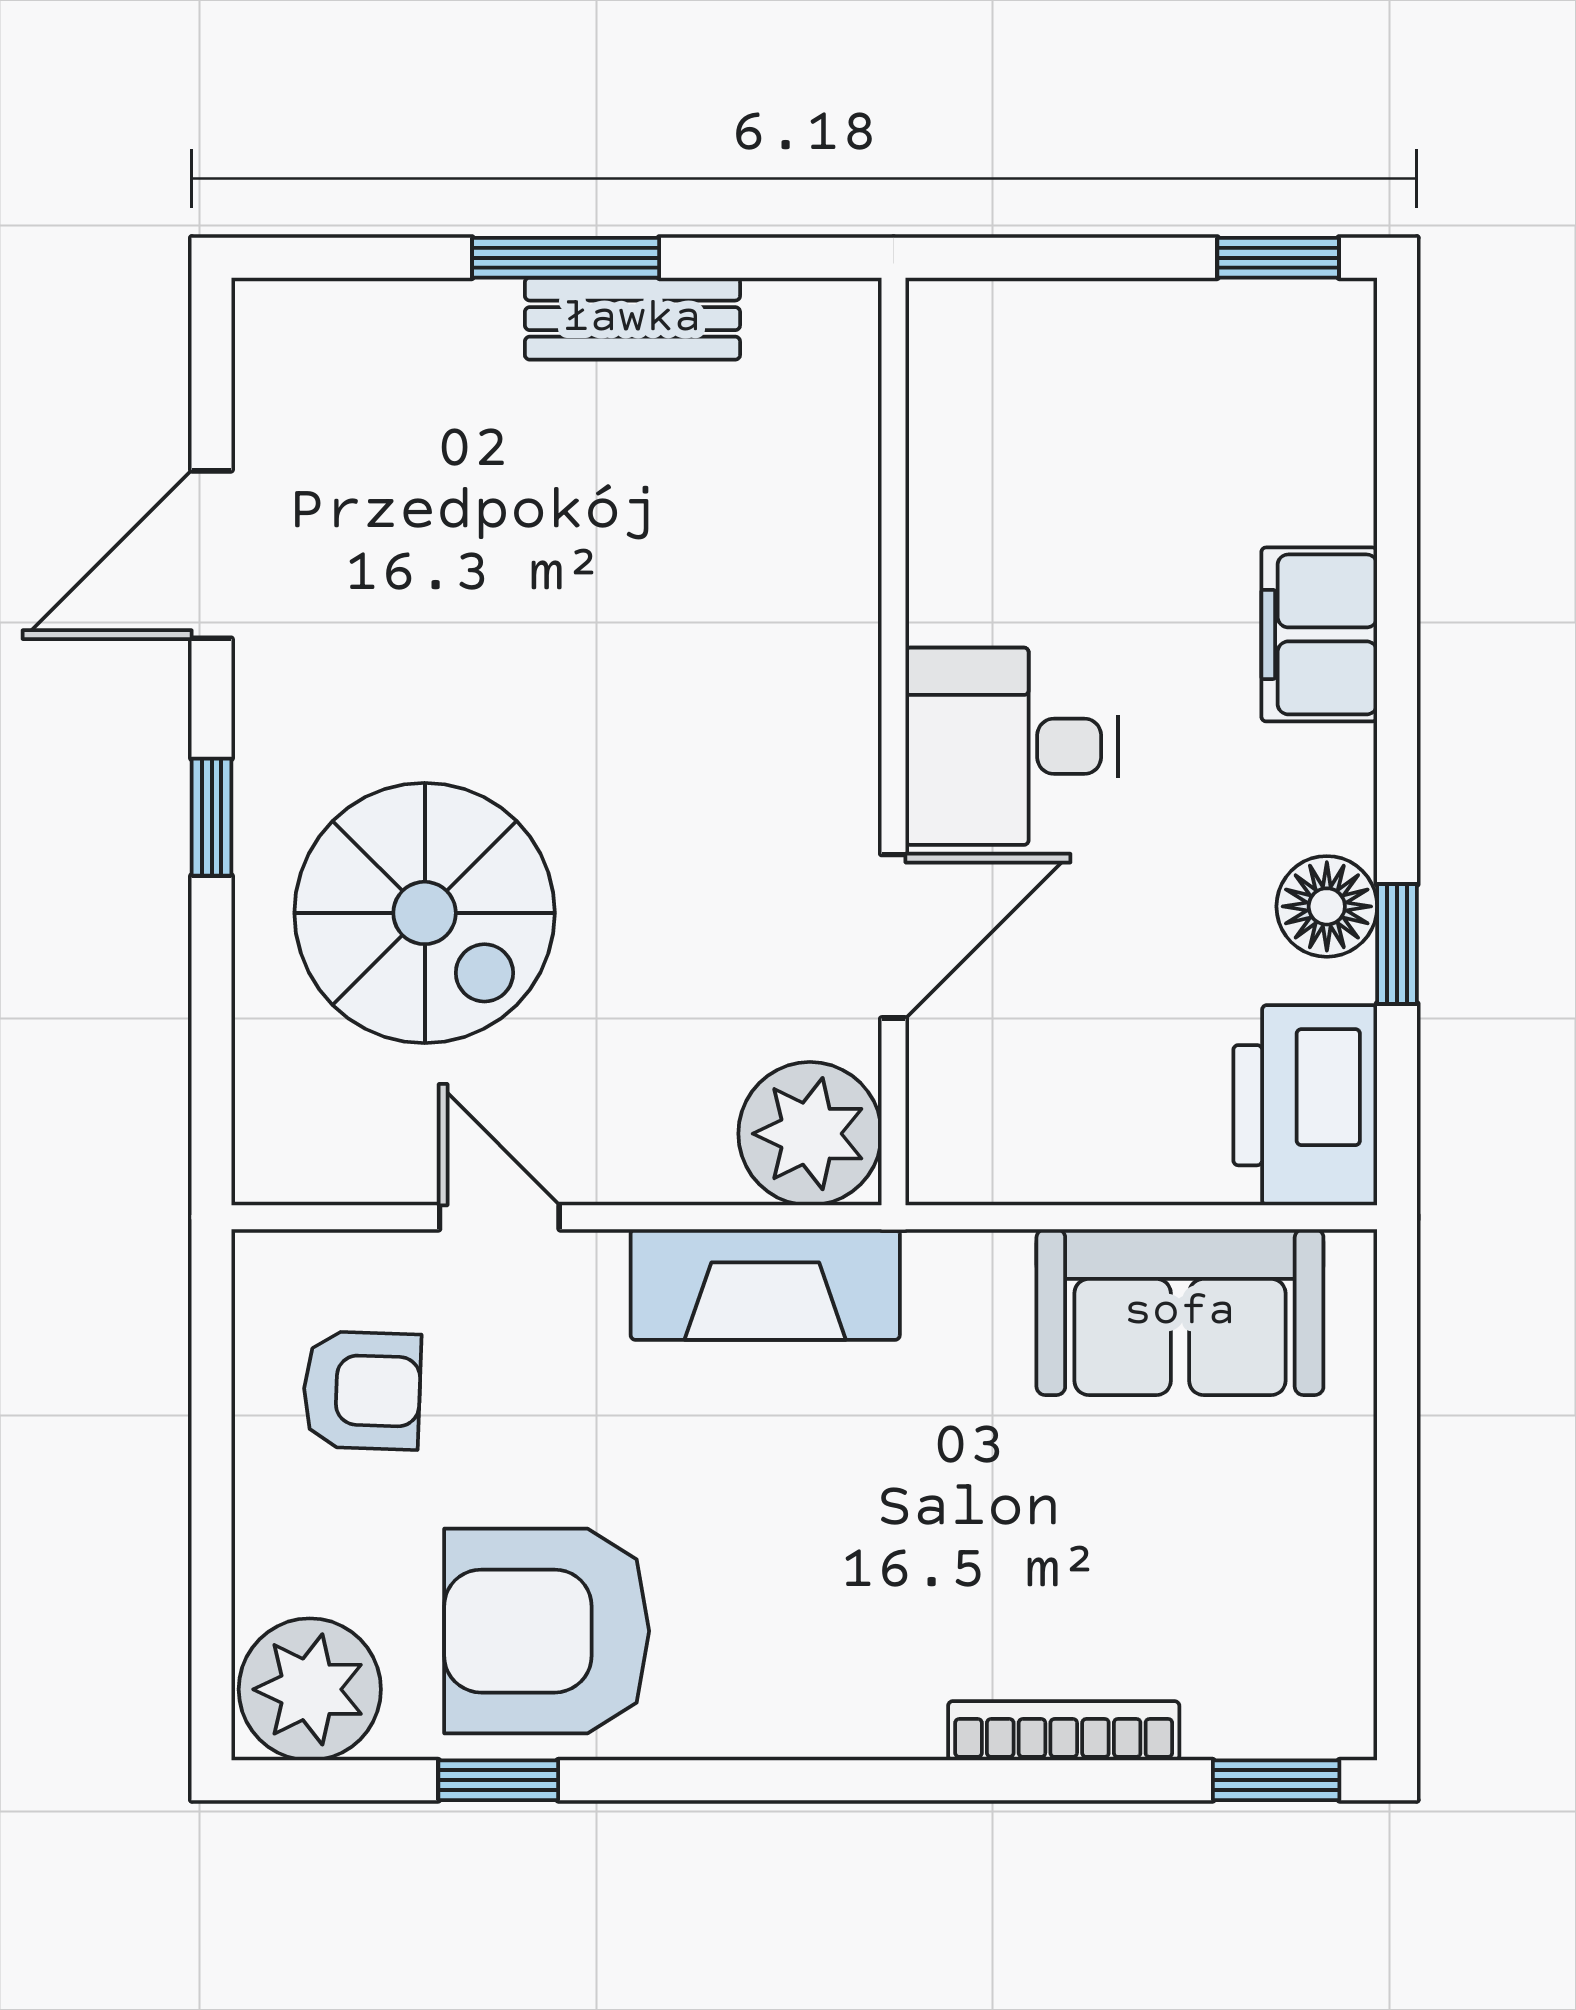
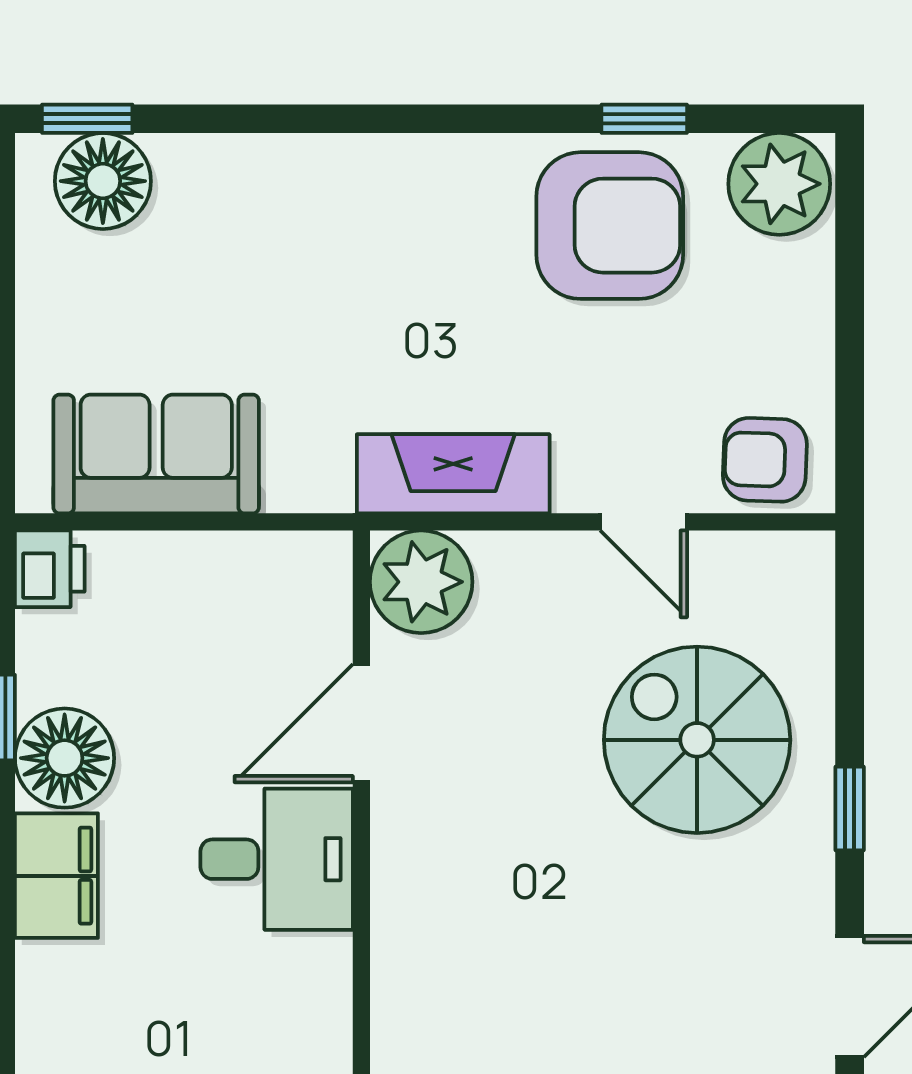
filing cabinet: (1319, 634) -> (56, 876), moved
floor lamp: (1327, 906) -> (65, 758), width x1.38, depth x1.38
printer: (1305, 1105) -> (50, 569), width x0.53, depth x0.68
armchair: (362, 1390) -> (765, 460), moved
floor lamp: (1254, 1693) -> (103, 181), added
bookcase: (1064, 1731) -> (239, 154), removed

